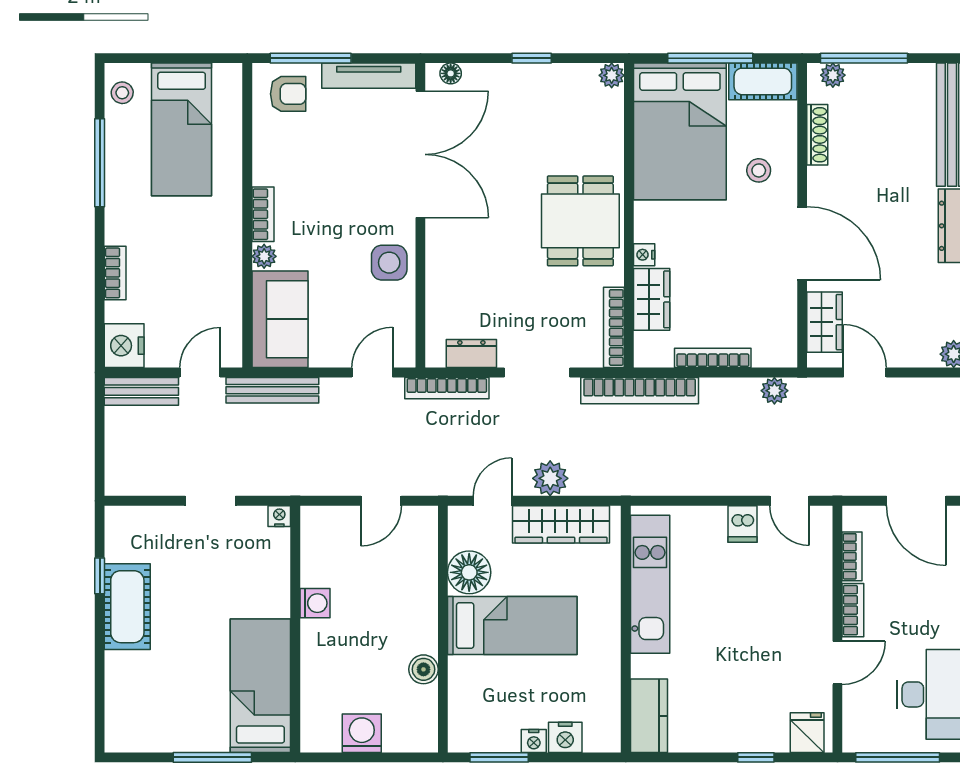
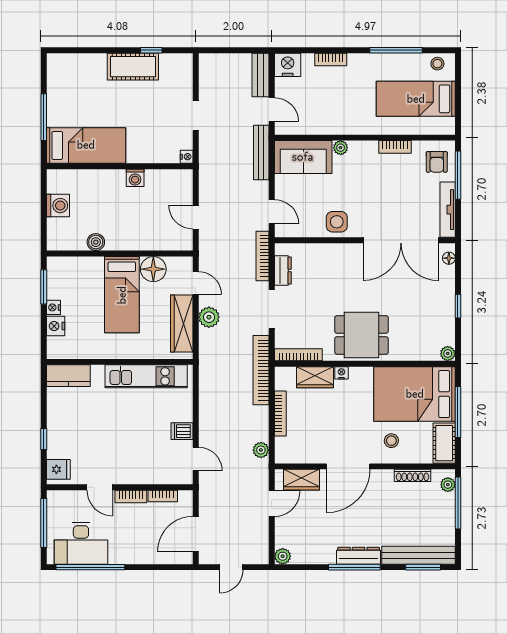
bookcase: (263, 214) -> (395, 147), moved
door: (790, 501) -> (196, 459), swing flipped

